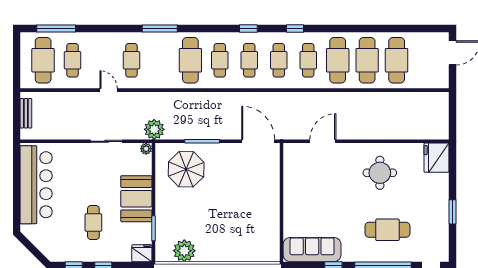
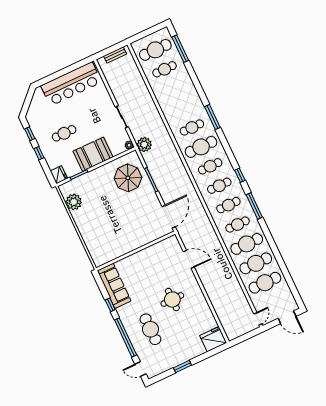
window: (295, 29) -> (254, 206), width x2.17
cafe table: (131, 60) -> (192, 128), moved
door: (109, 90) -> (258, 319), moved
round table: (380, 173) -> (172, 300), moved

